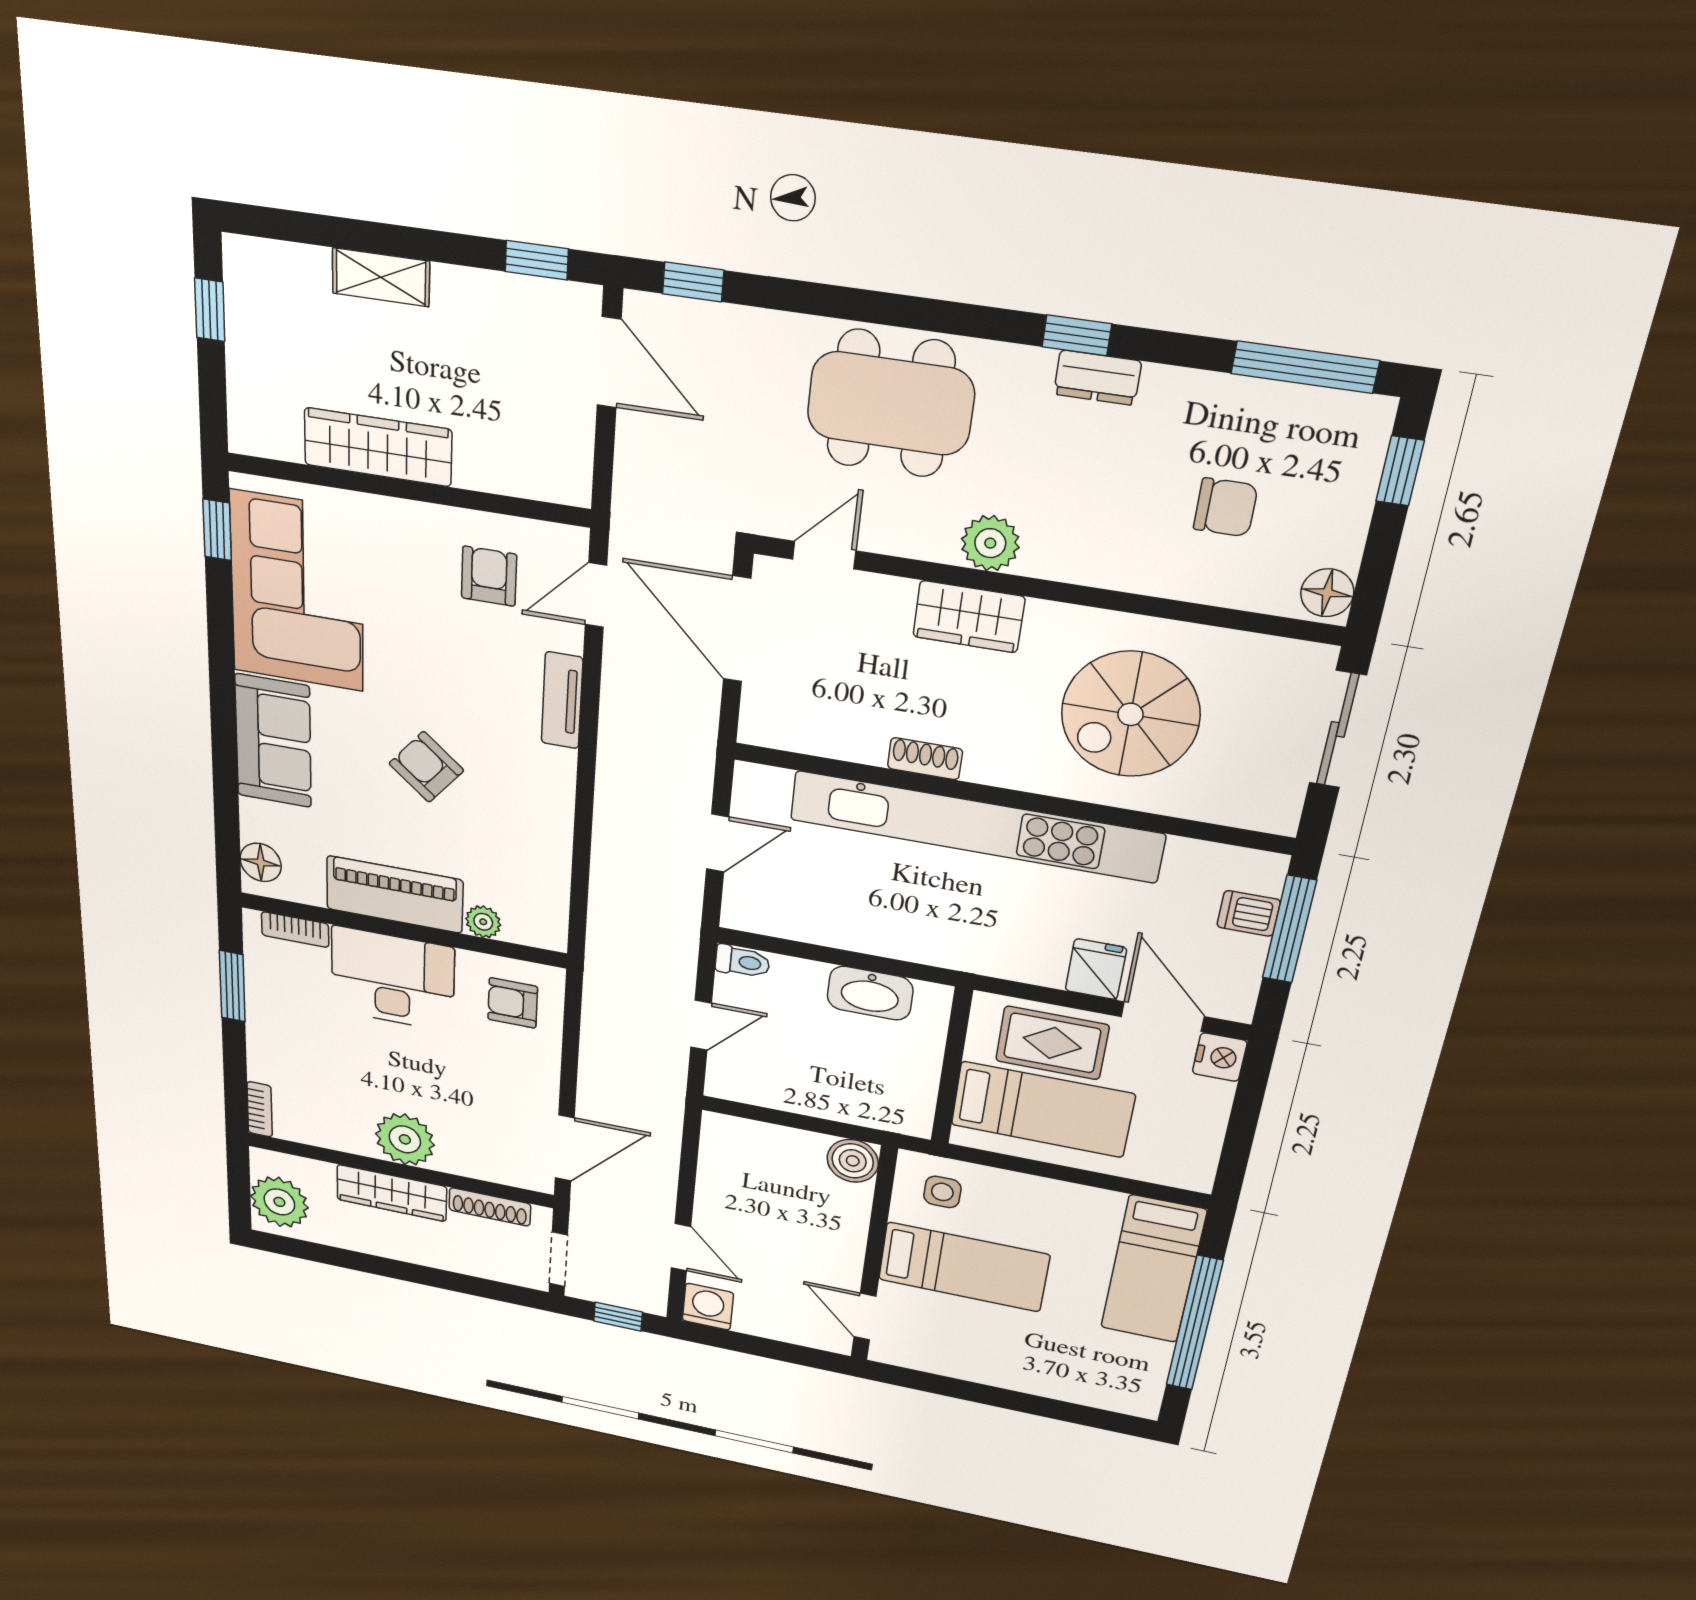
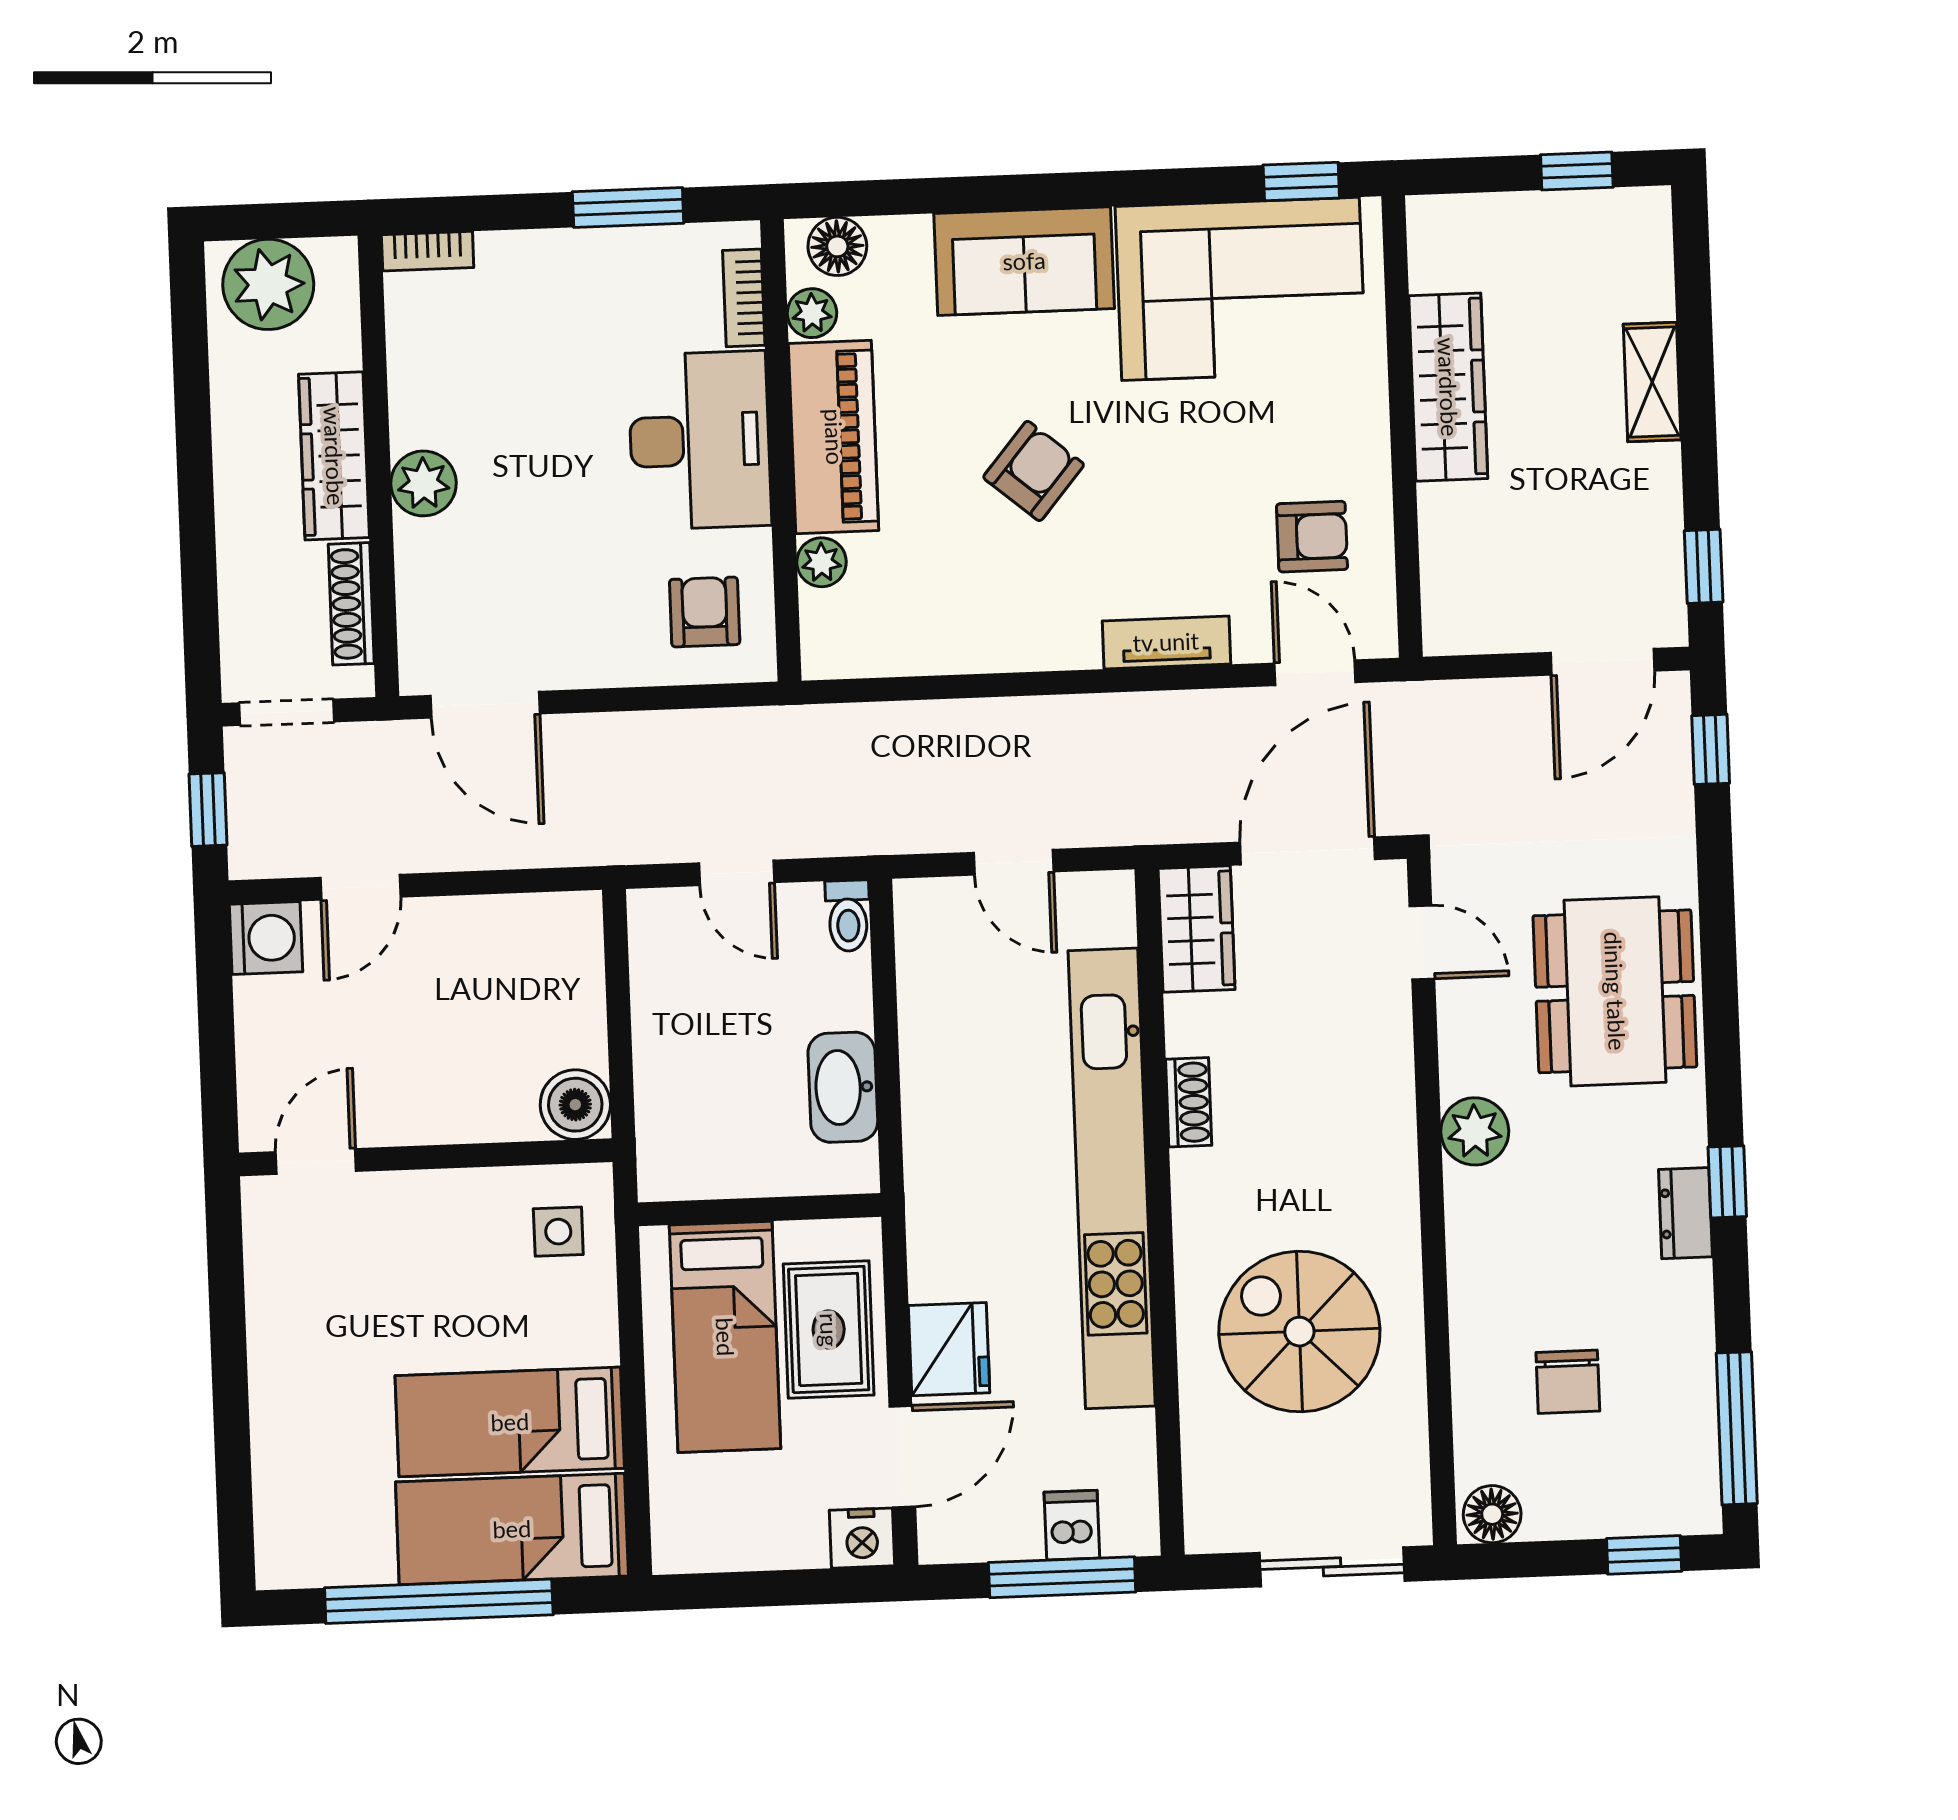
wardrobe: (969, 617) -> (1197, 929), moved, turned 180
plant: (307, 889) -> (812, 313), added
fridge: (1096, 969) -> (949, 1349), width x1.38
plant: (405, 1139) -> (424, 483), width x0.73, depth x0.73
bed: (964, 1267) -> (510, 1422), moved, turned 90

